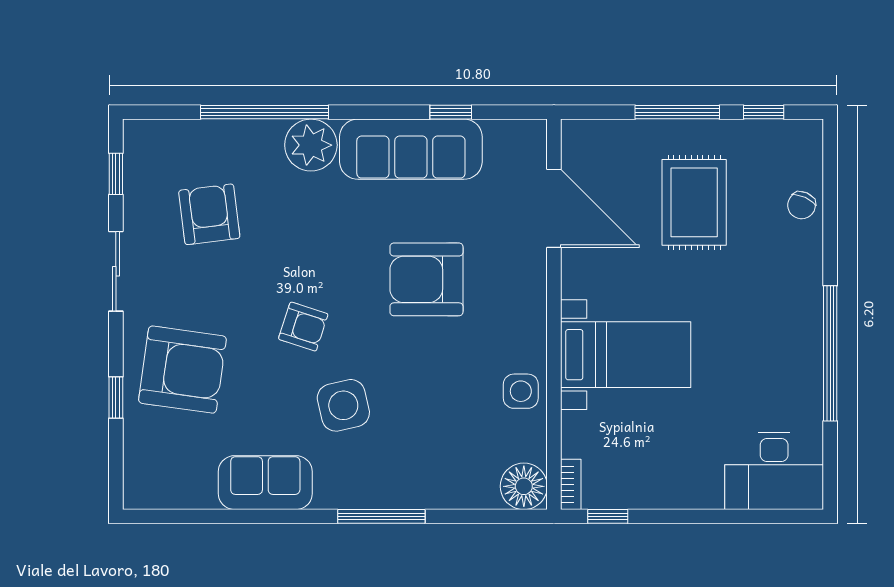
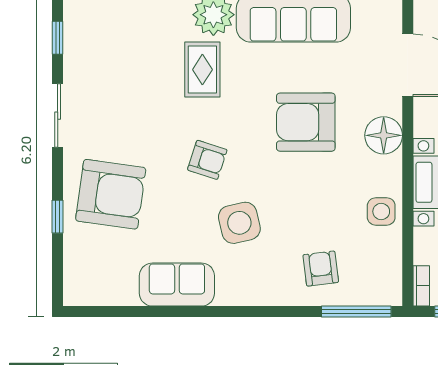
armchair: (209, 214) -> (321, 269), moved, width x0.72, depth x0.72
rug: (297, 214) -> (202, 70), added
floor lamp: (524, 486) -> (384, 135), moved
window: (381, 516) -> (356, 312), moved

